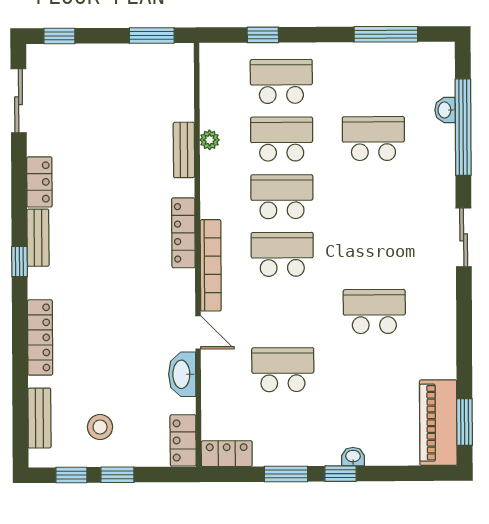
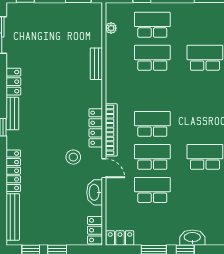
plant: (210, 140) -> (111, 28), moved
school desk: (282, 197) -> (152, 157), moved
locker: (183, 233) -> (96, 128), moved
bench: (39, 418) -> (13, 217), width x1.36
stool: (100, 427) -> (73, 157), moved
washbasin: (353, 457) -> (192, 238), width x1.91, depth x1.45

